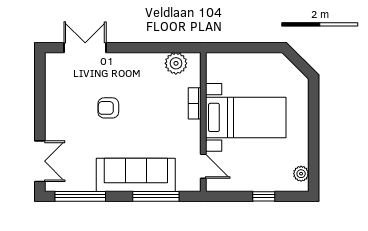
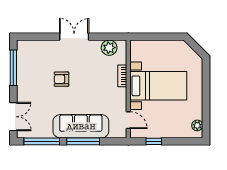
double door: (85, 48) -> (74, 37), moved
window: (40, 92) -> (13, 68), added
window: (156, 196) -> (83, 141), moved
window: (264, 196) -> (154, 141), moved

